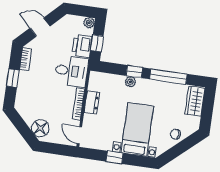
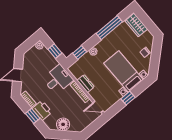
printer: (82, 46) -> (42, 110), moved, turned 180
window: (134, 72) -> (80, 53), moved
floor lamp: (40, 128) -> (63, 124), moved

